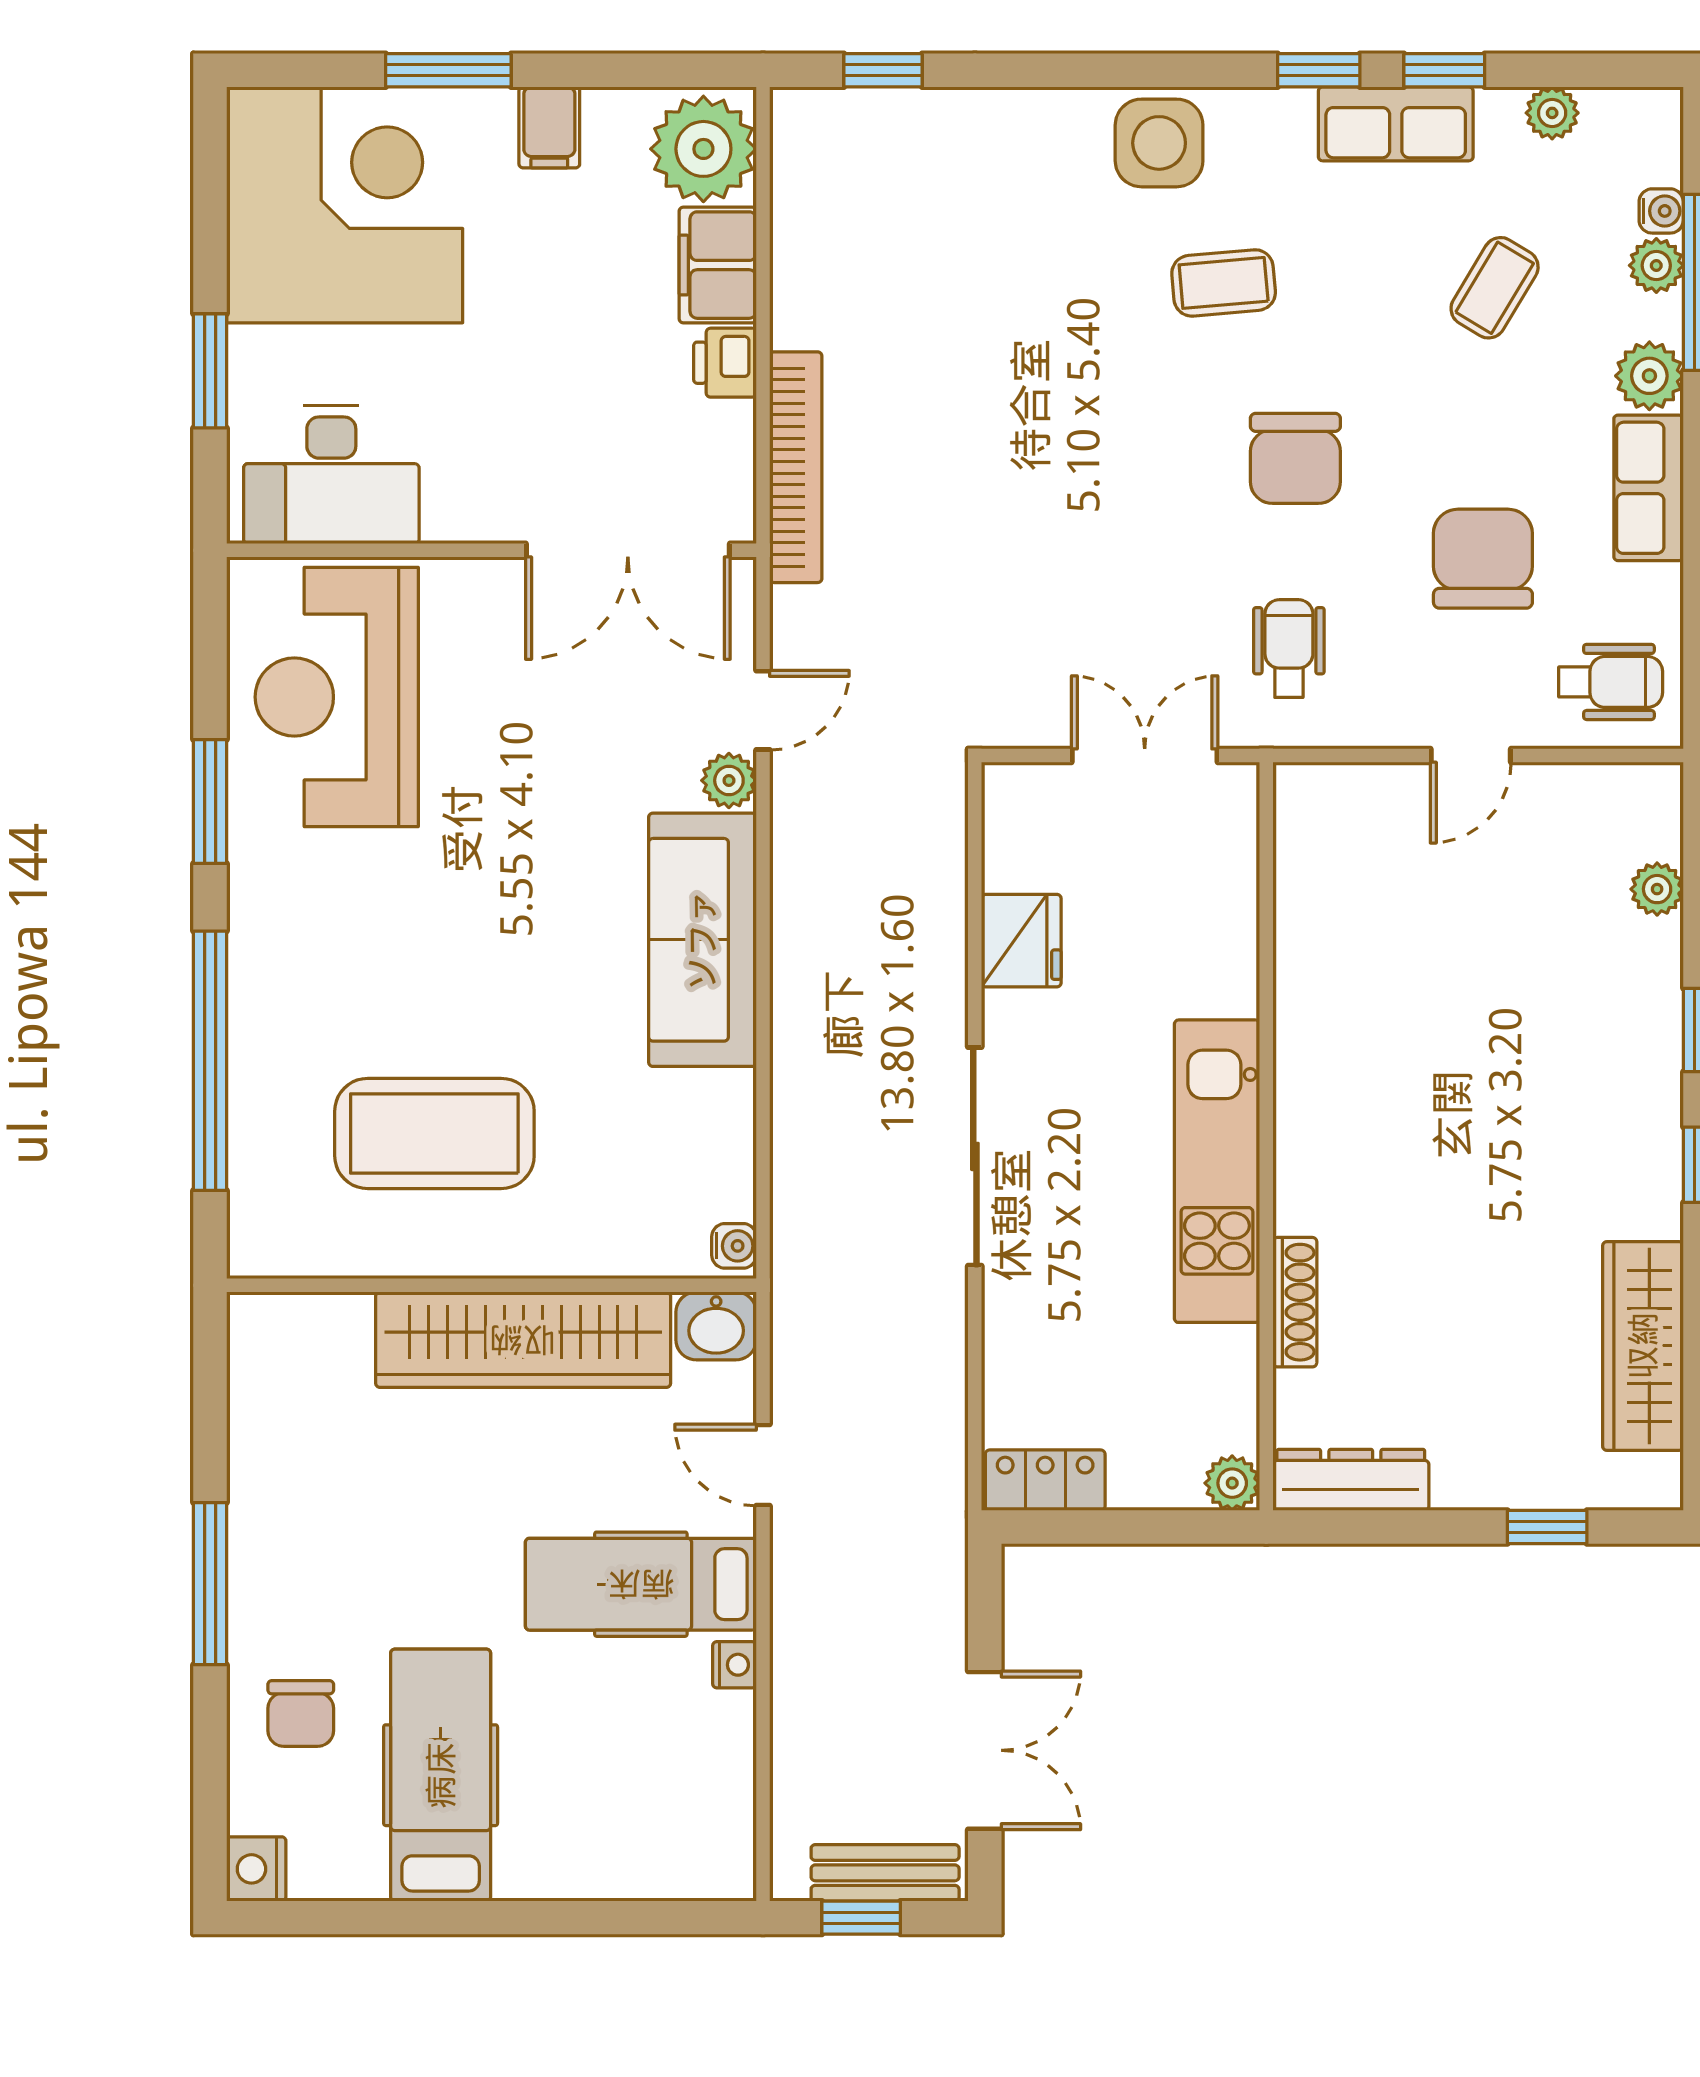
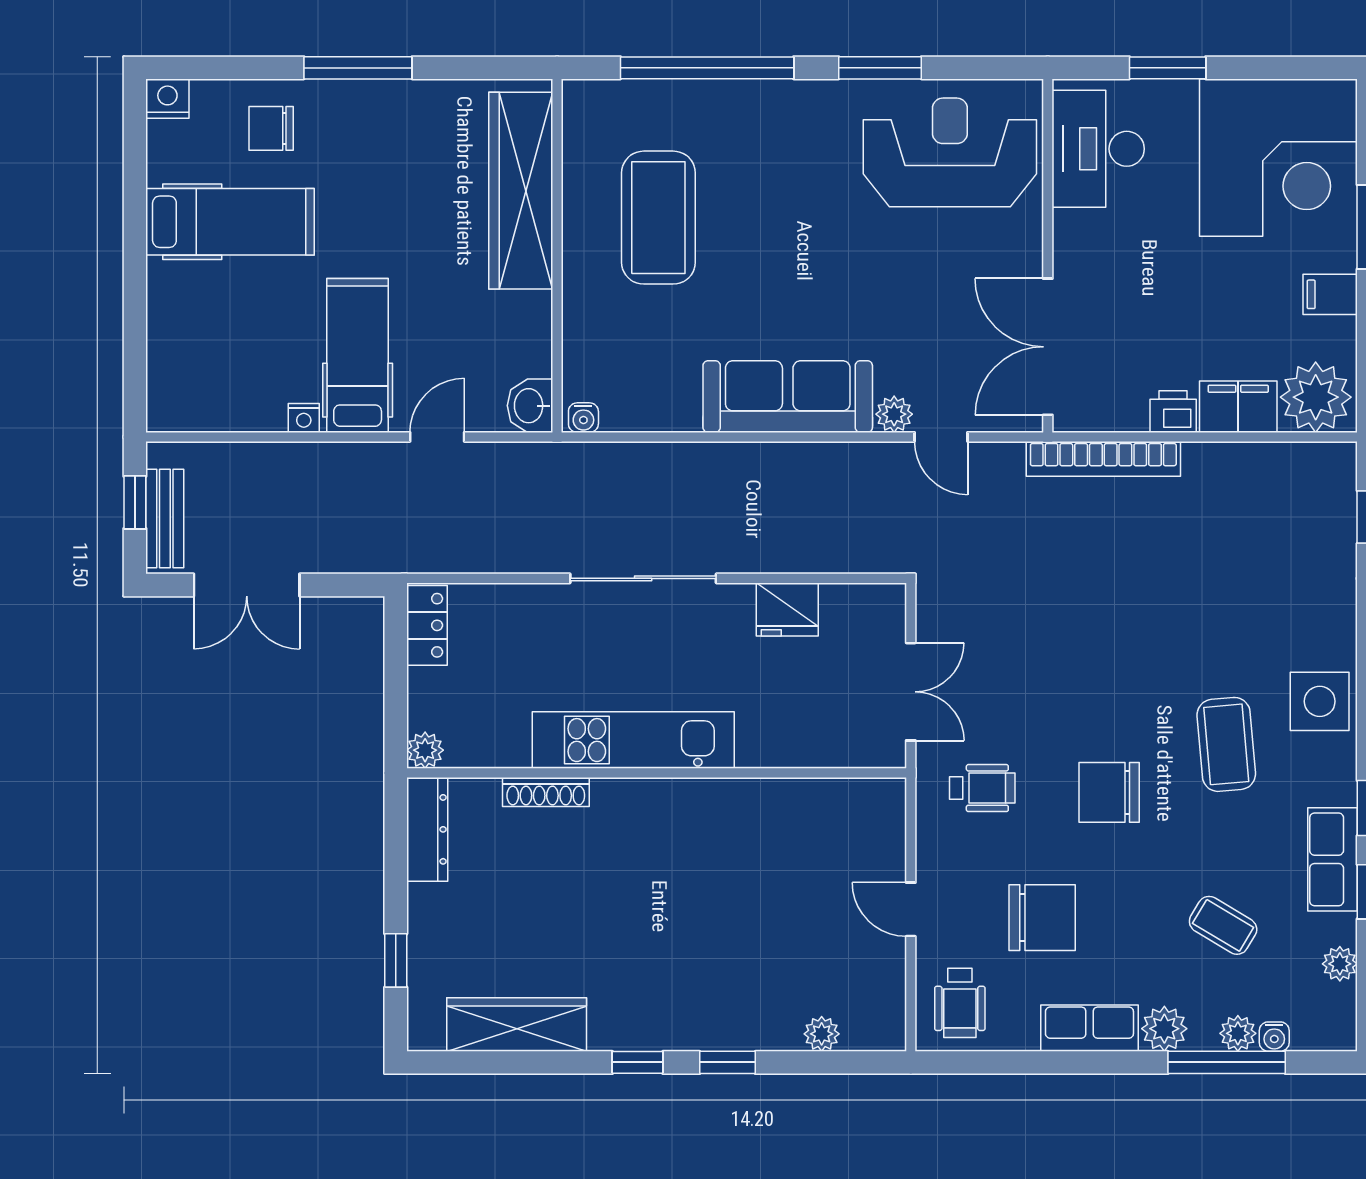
coffee table: (1224, 283) -> (1226, 744), width x1.36, depth x1.30
wardrobe: (523, 1340) -> (521, 191), moved

